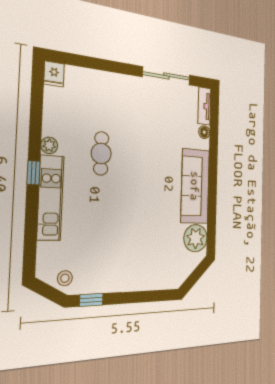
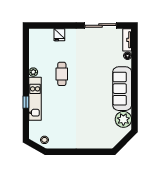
fridge: (54, 74) -> (59, 35), moved
window: (33, 173) -> (26, 102), moved
window: (91, 300) -> (59, 152), removed

